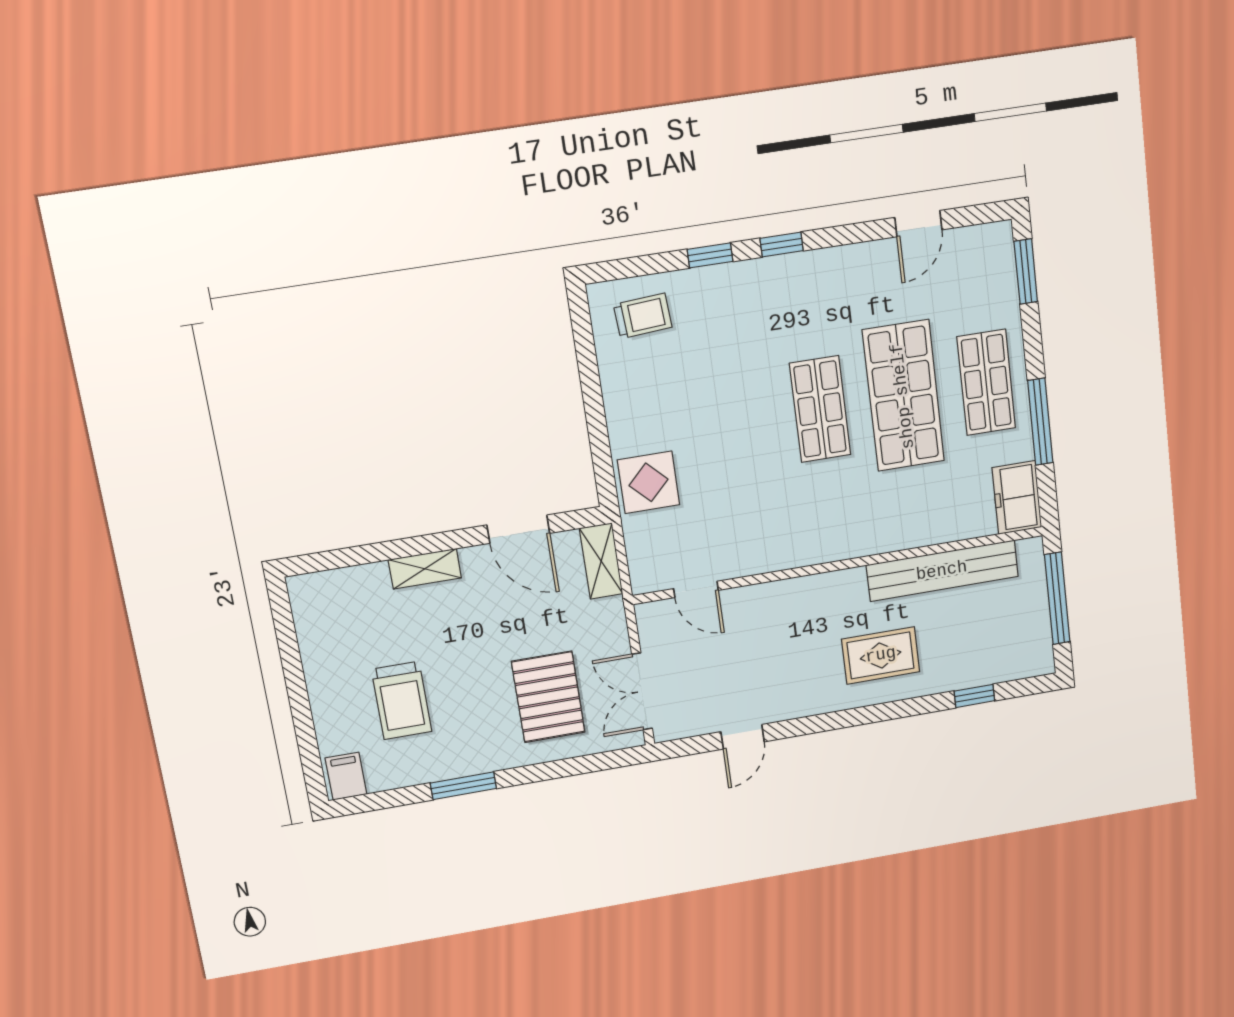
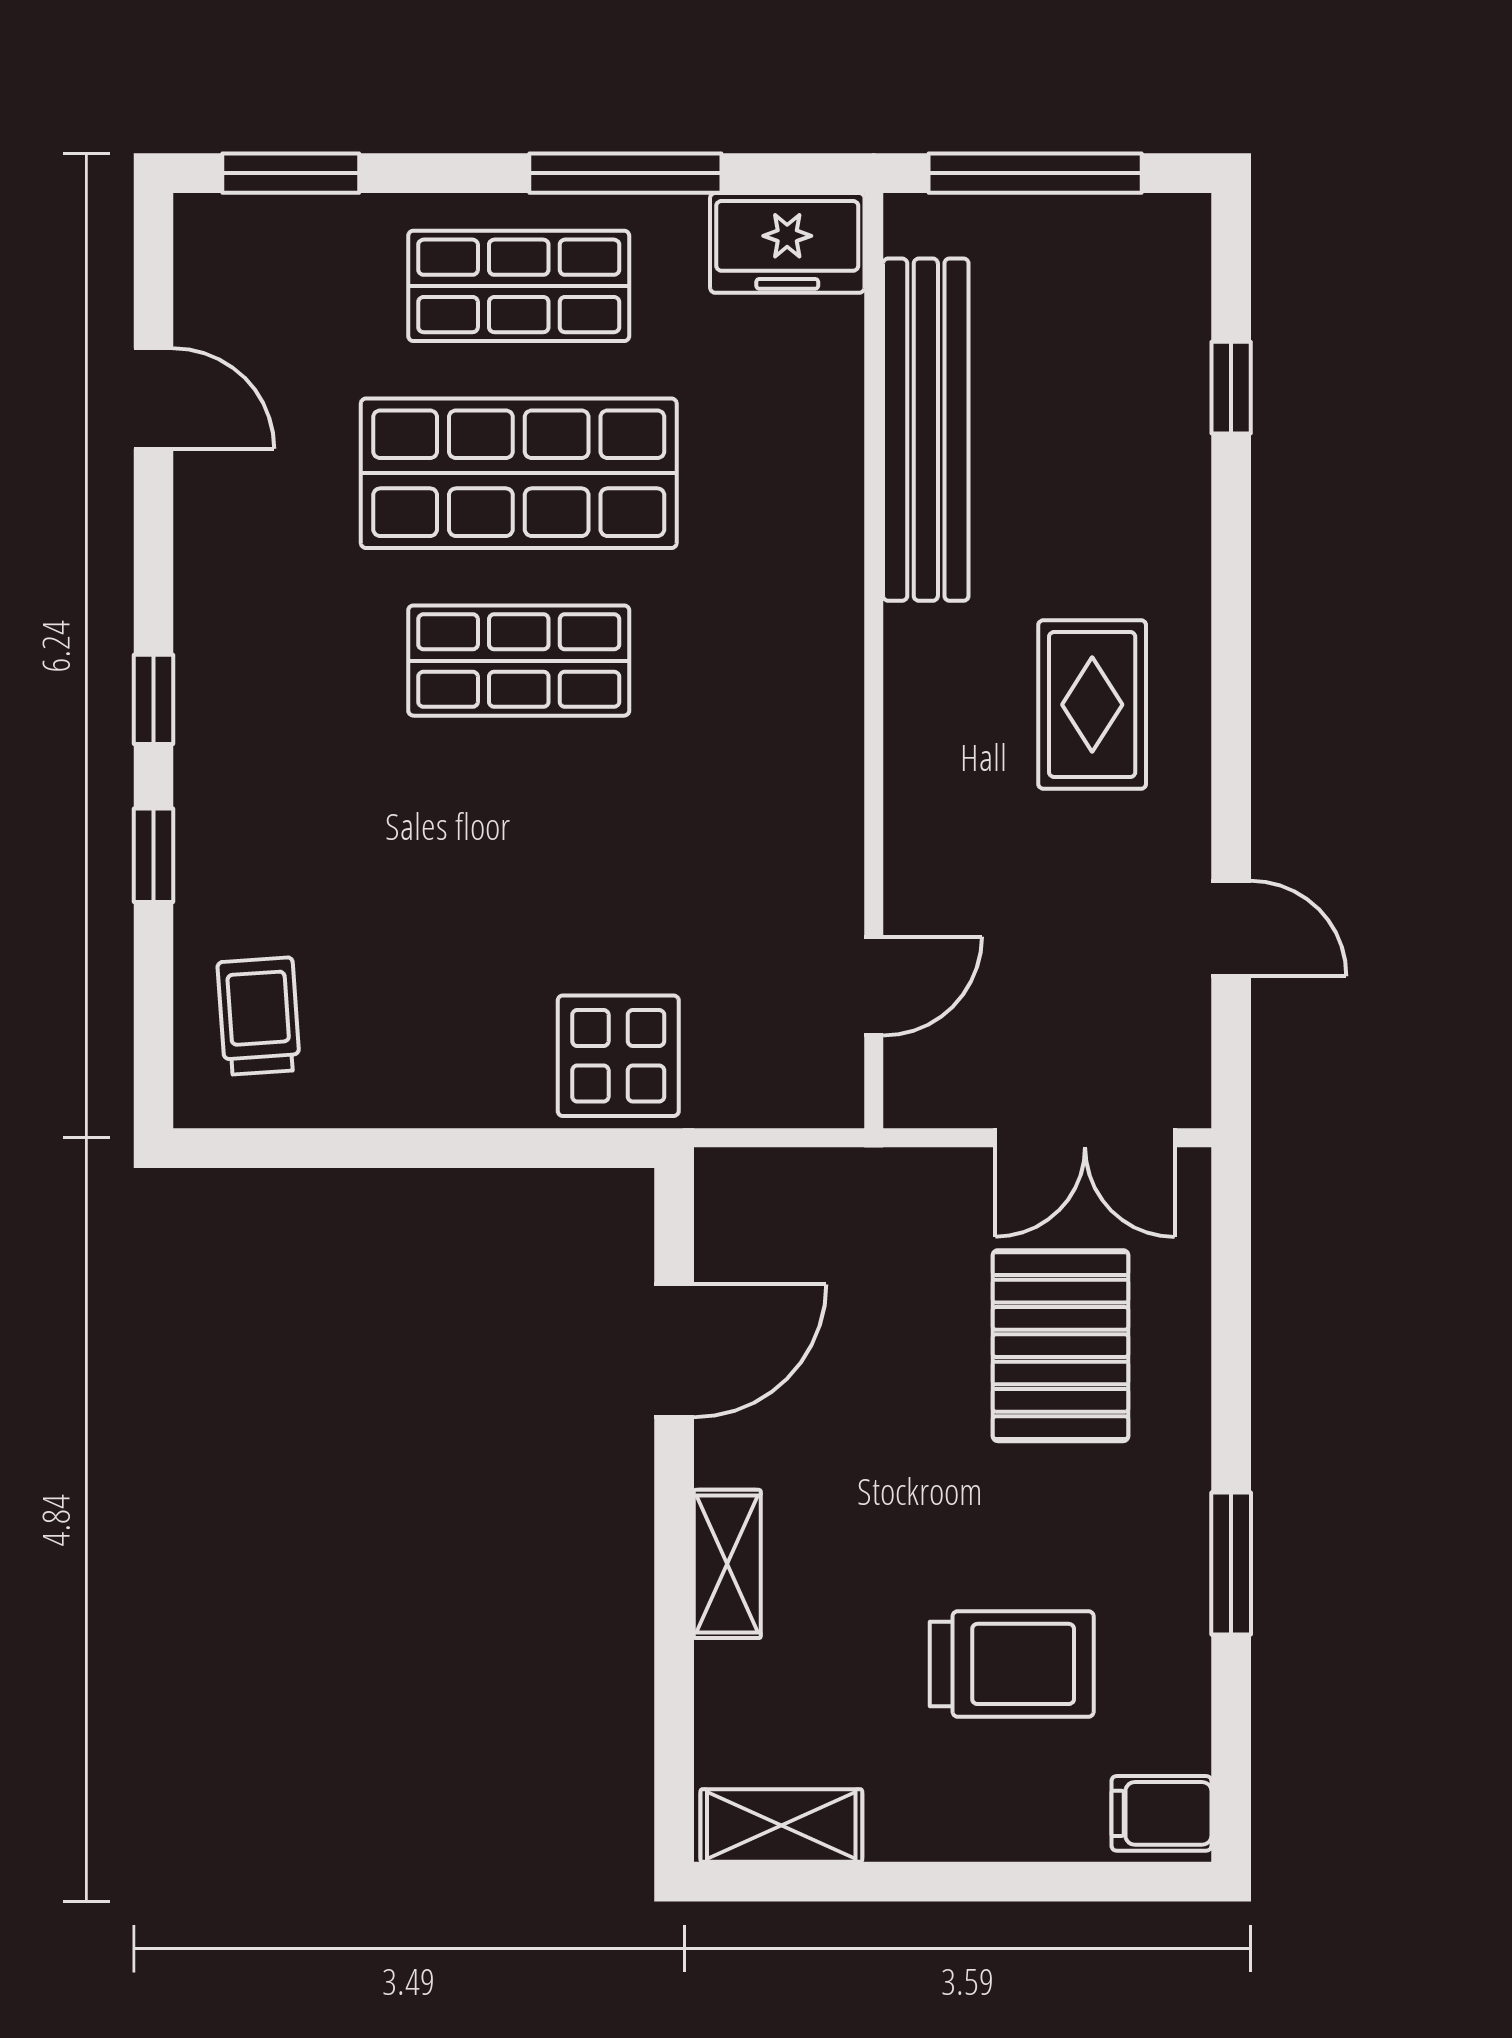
shelving: (601, 561) -> (781, 1826), moved
rug: (881, 655) -> (1092, 705), moved
pallet: (548, 697) -> (1060, 1346), turned 90

